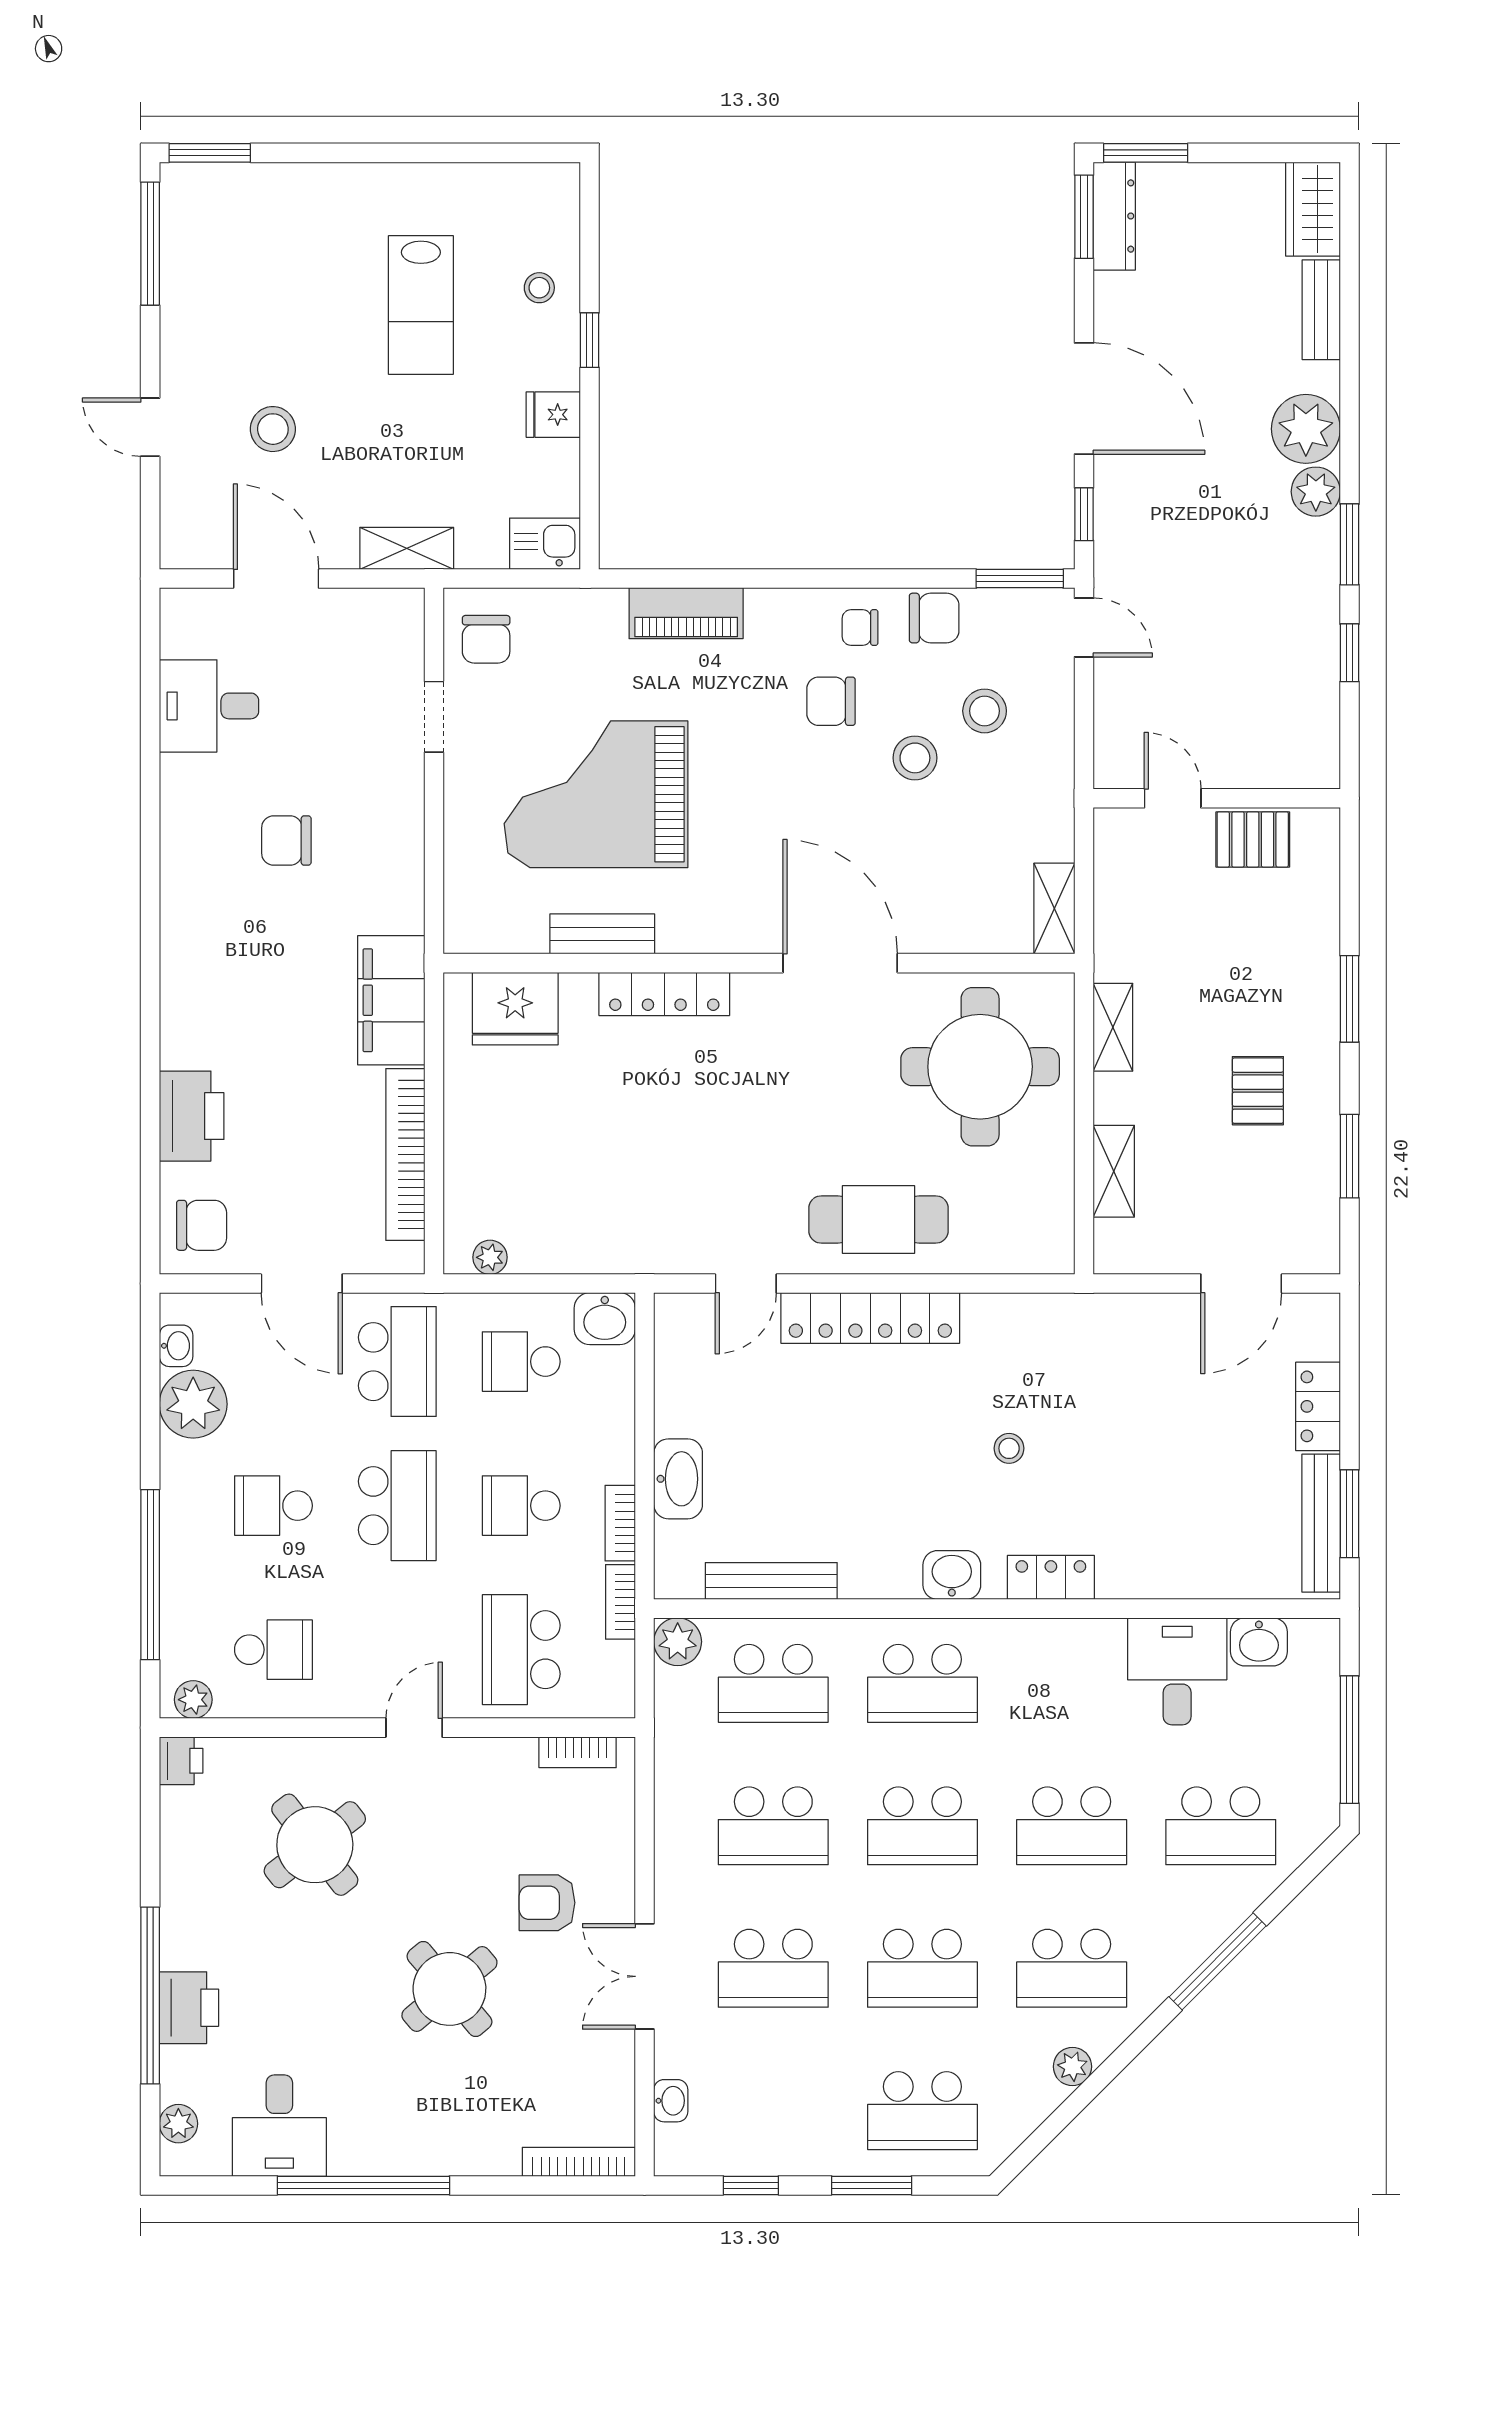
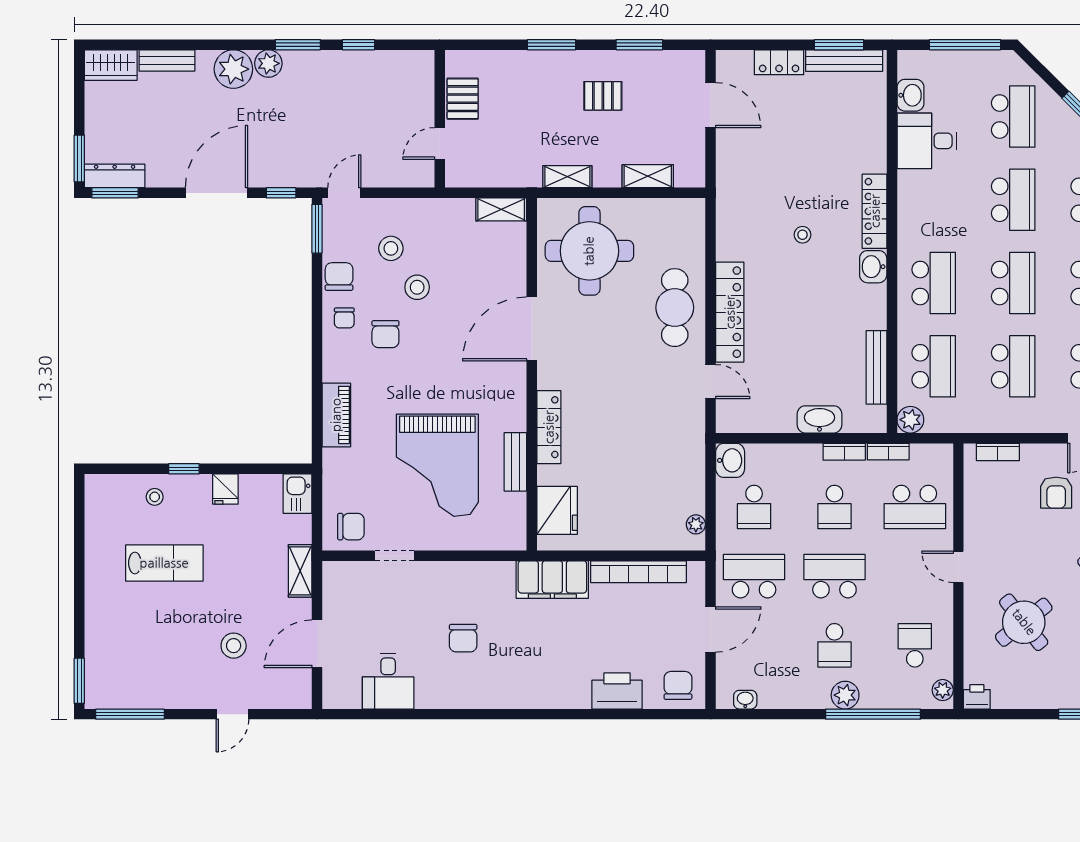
plant: (193, 1404) -> (845, 695), moved, width x0.73, depth x0.73
locker: (1051, 1577) -> (875, 211), width x1.53
bookcase: (578, 1752) -> (998, 452), moved, turned 90

